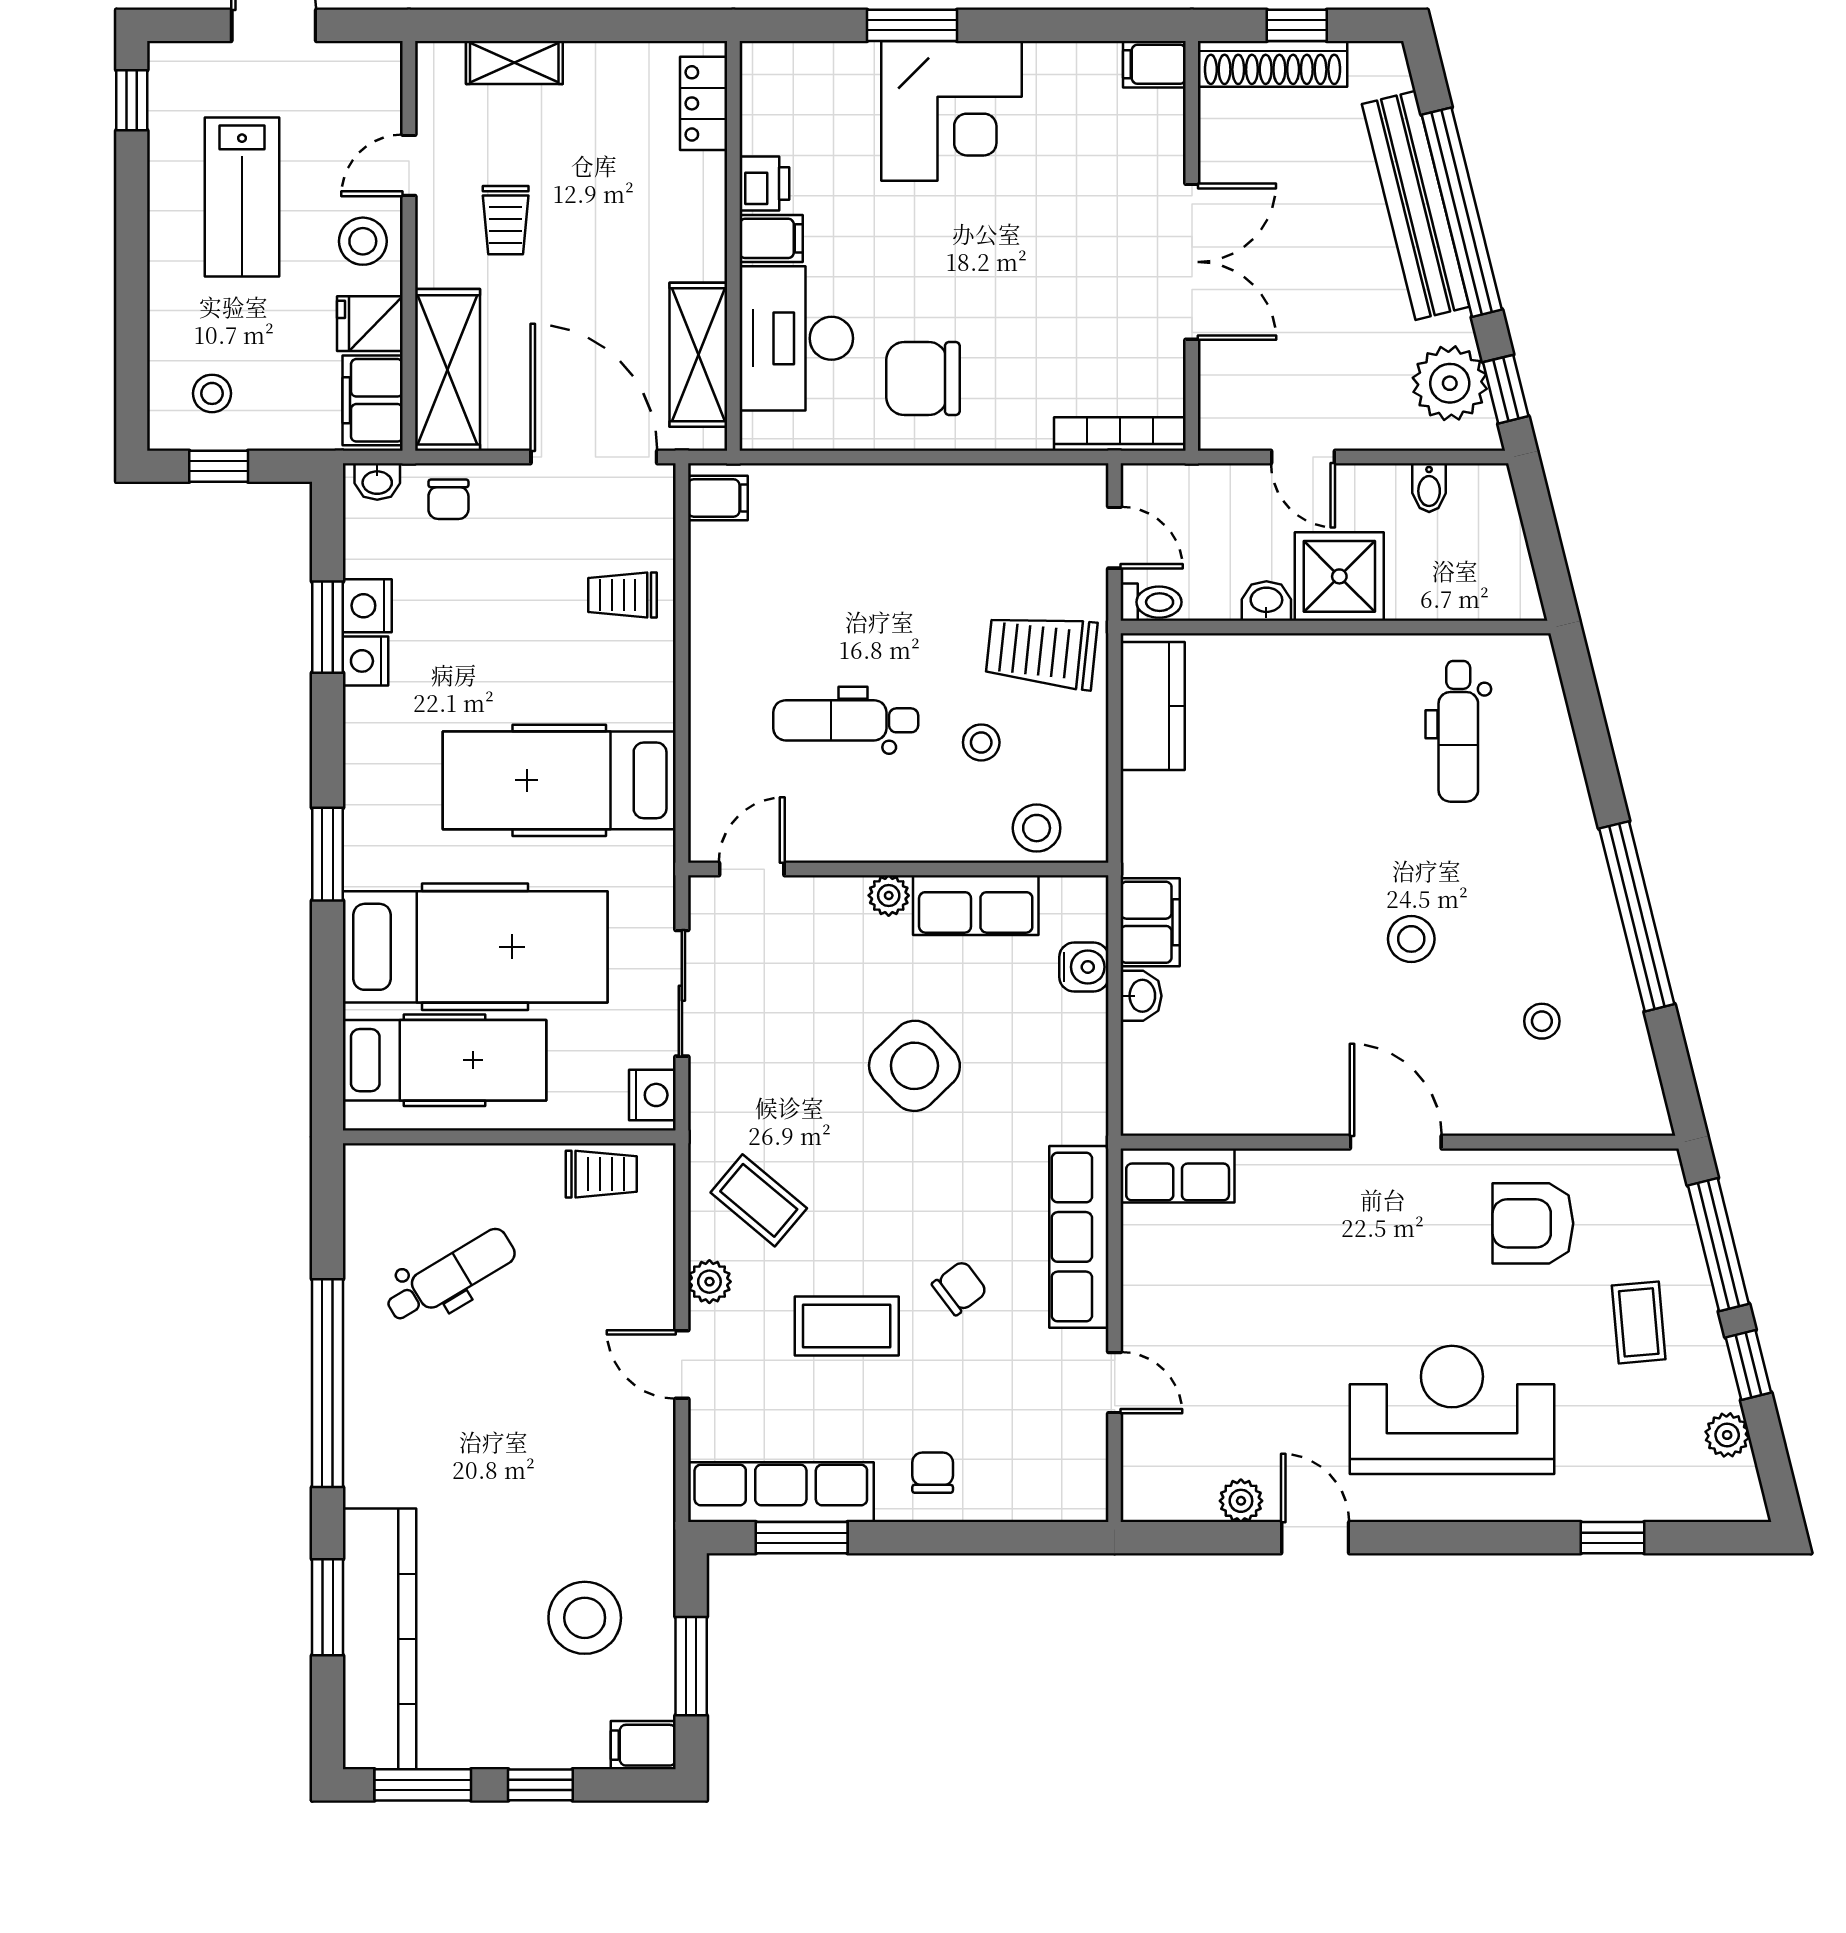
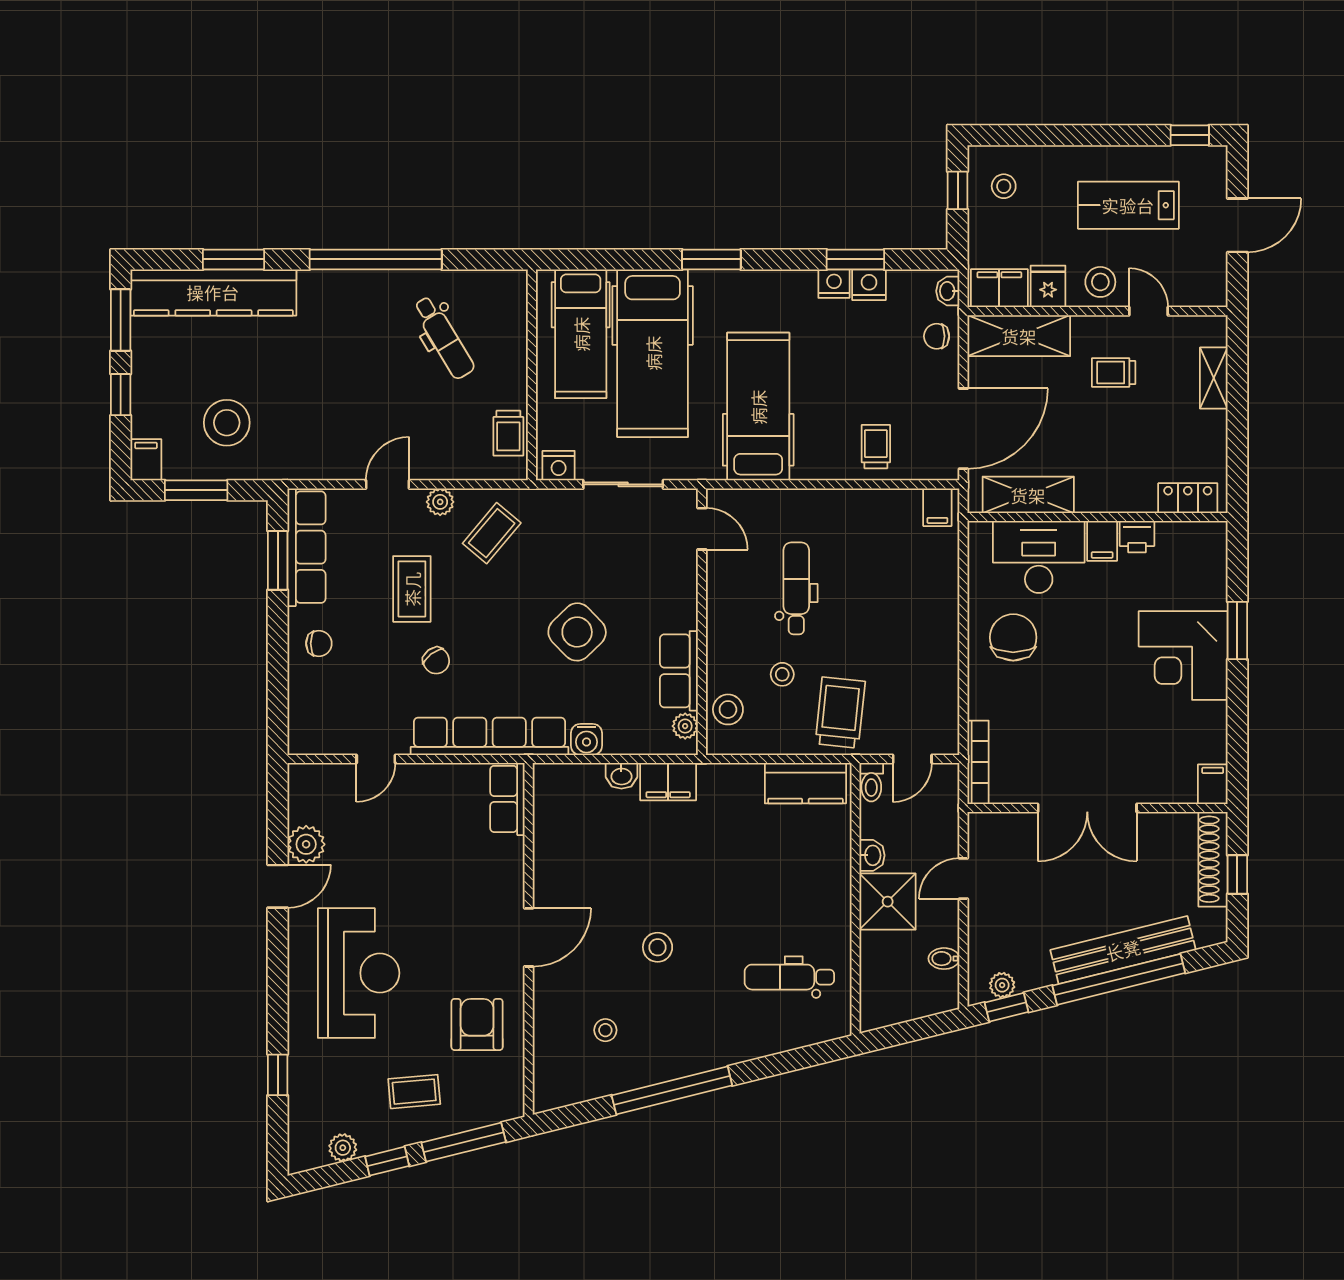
plant: (1450, 383) -> (1002, 985), width x0.53, depth x0.53
plant: (889, 895) -> (685, 726), moved
water cooler: (1084, 967) -> (586, 739), moved
row of seats: (1079, 1237) -> (489, 736), width x1.36
plant: (1241, 1501) -> (306, 844), width x1.38, depth x1.38

